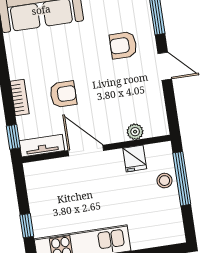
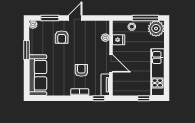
door: (86, 150) -> (111, 63), swing flipped
window: (182, 179) -> (145, 18), moved
plant: (168, 229) -> (156, 29), added

